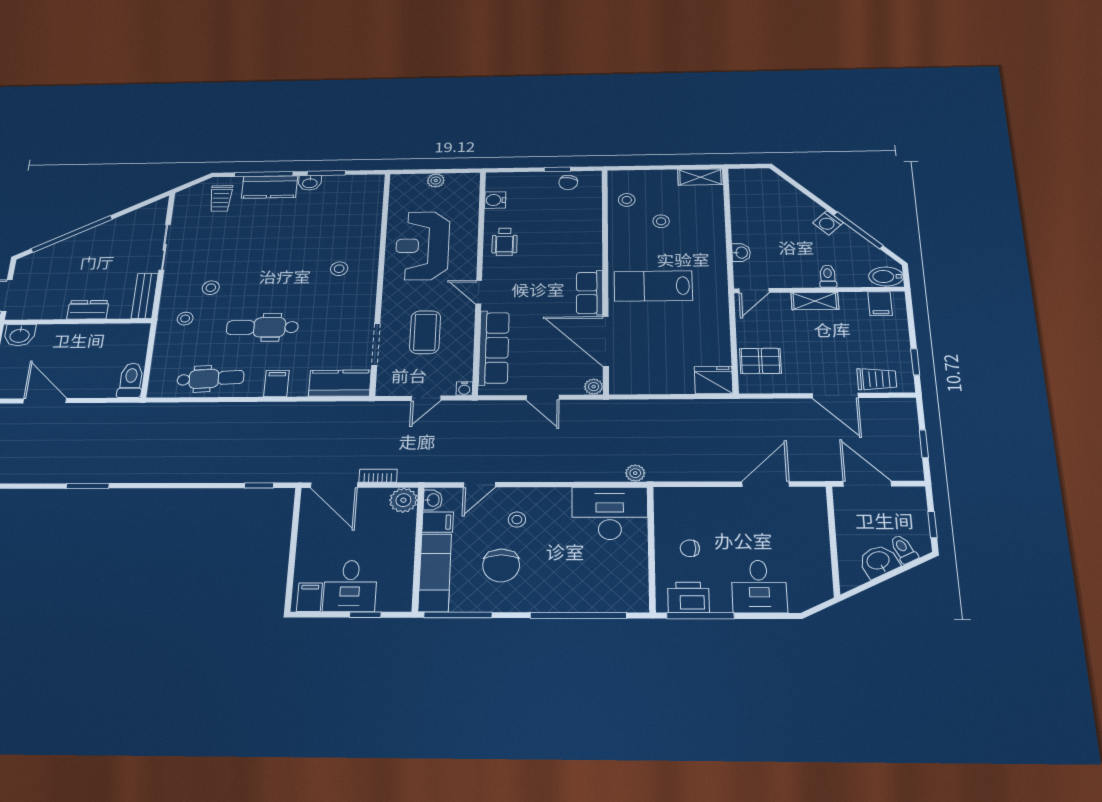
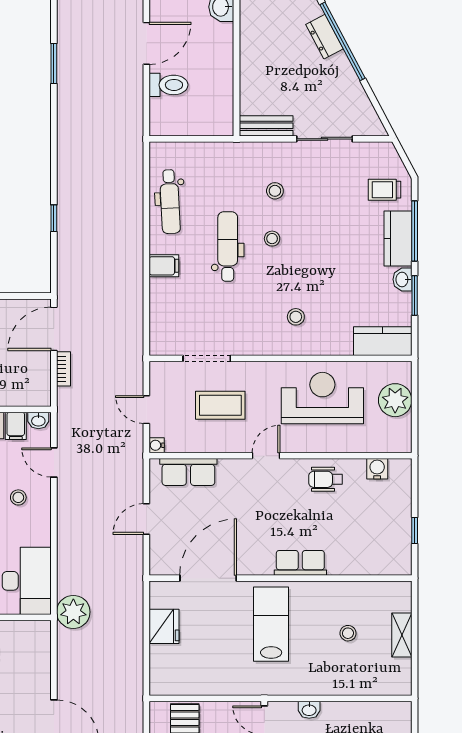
shelving: (700, 177) -> (402, 635), moved
plant: (436, 180) -> (395, 400), width x1.87, depth x1.87
chair: (568, 182) -> (398, 542), removed
stool: (627, 200) -> (375, 600), removed
row of seats: (590, 293) -> (300, 563), moved
dresser: (88, 310) -> (324, 37), moved, turned 152
stool: (185, 319) -> (272, 239), moved
row of seats: (494, 348) -> (188, 472), width x0.68
toilet: (131, 380) -> (169, 85), moved
fridge: (714, 380) -> (164, 626), moved
kitchen counter: (340, 383) -> (383, 341), moved, turned -90
plant: (594, 387) -> (158, 567), removed
plant: (635, 473) -> (73, 612), width x1.87, depth x1.87
window: (259, 485) -> (54, 218), moved
window: (88, 486) -> (54, 63), moved
plant: (403, 500) -> (38, 394), removed

